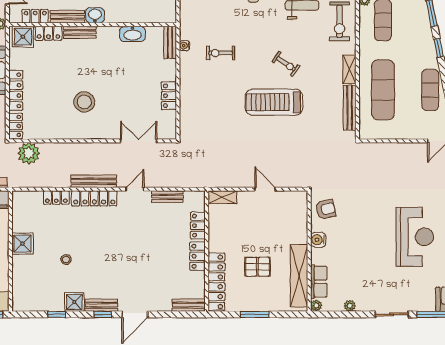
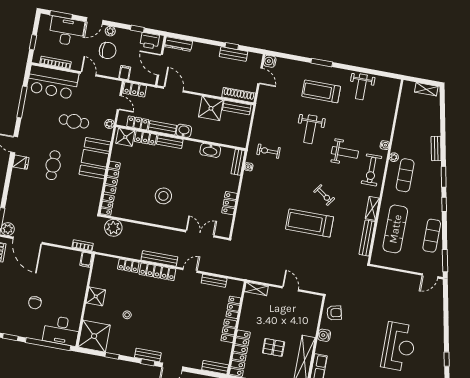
exercise bike: (221, 53) -> (269, 151), moved
shower: (74, 302) -> (94, 336), moved, width x1.86, depth x1.86

